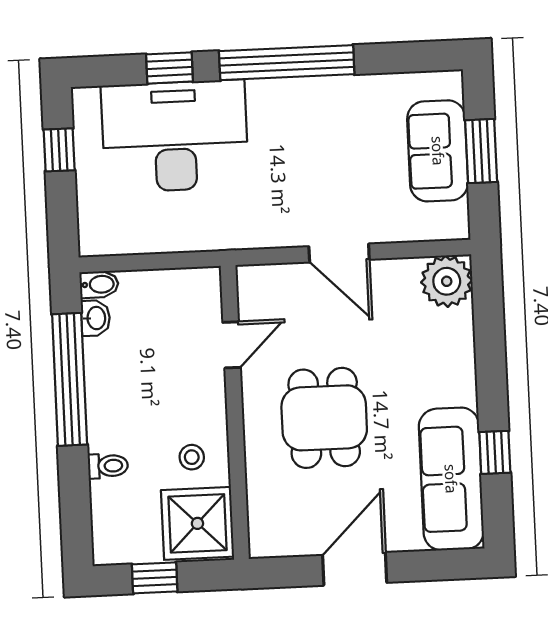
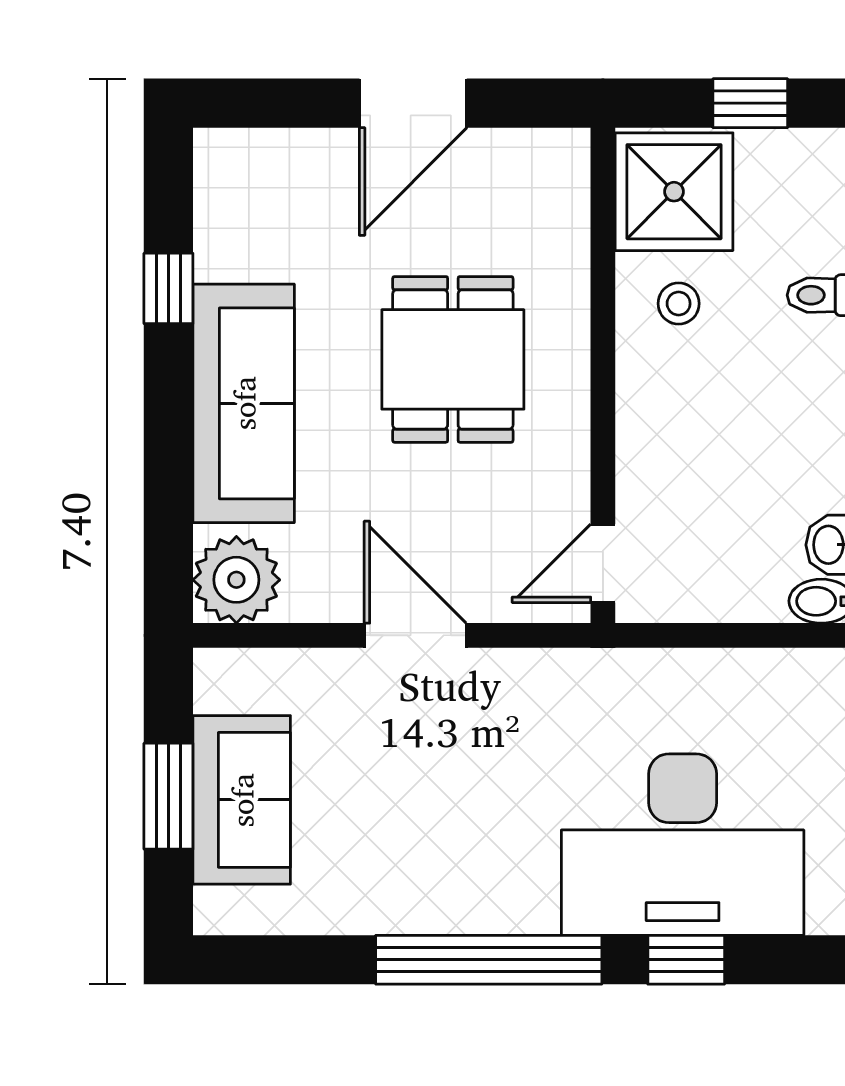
door: (232, 345) -> (603, 563), moved
sofa: (451, 479) -> (244, 403), moved

